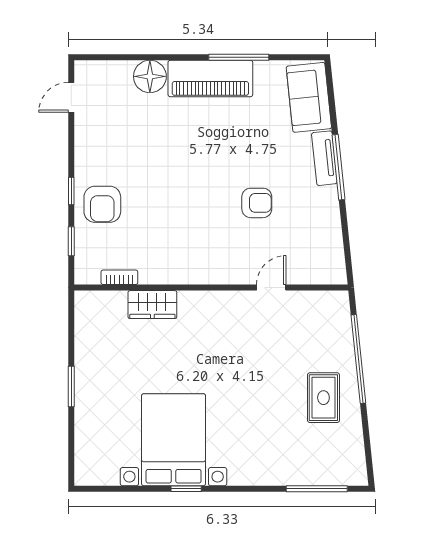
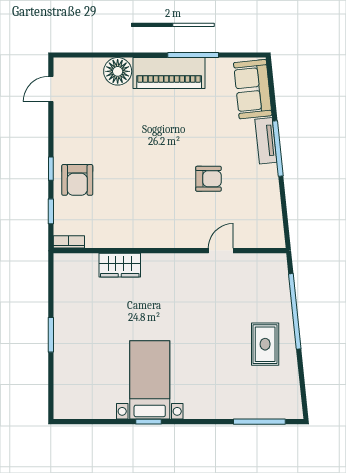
bookcase: (119, 277) -> (69, 242), moved
bed with nightstands: (174, 440) -> (150, 380), width x0.73

